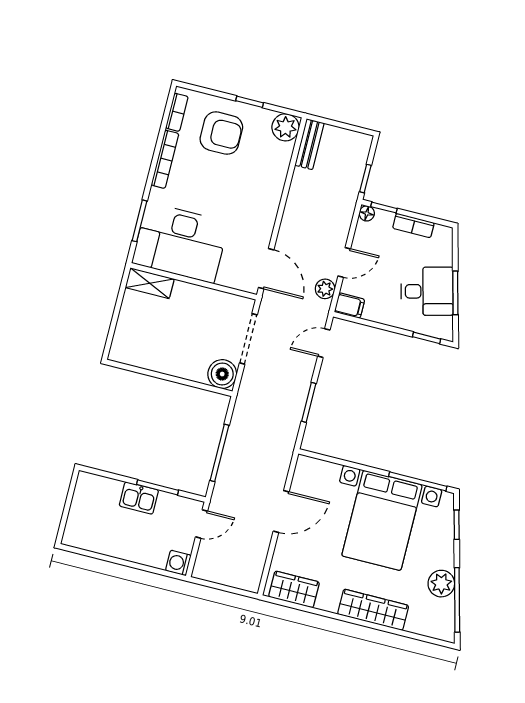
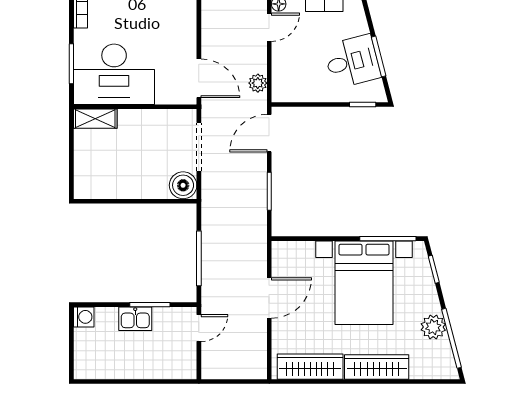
door: (344, 262) -> (269, 27), moved
filing cabinet: (349, 306) -> (284, 93), removed
door: (324, 343) -> (269, 133), width x1.38
washing machine: (178, 563) -> (84, 317), moved, turned 180
wardrobe: (294, 589) -> (310, 367), width x1.50

